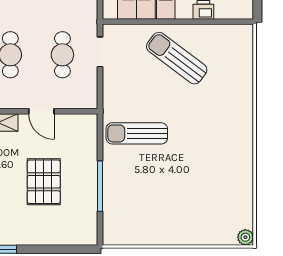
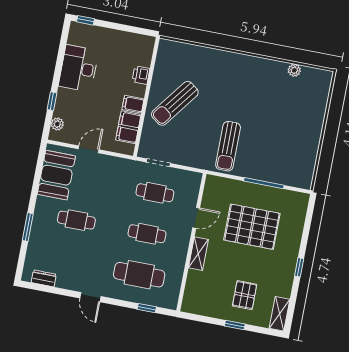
pallet: (44, 182) -> (252, 227), width x1.37, depth x1.41
plant: (245, 237) -> (294, 70), moved

